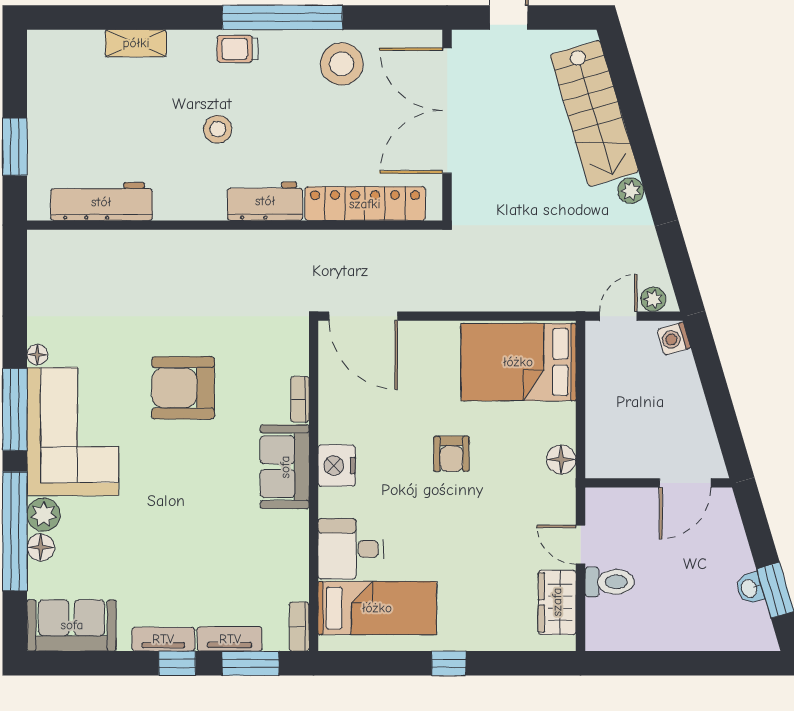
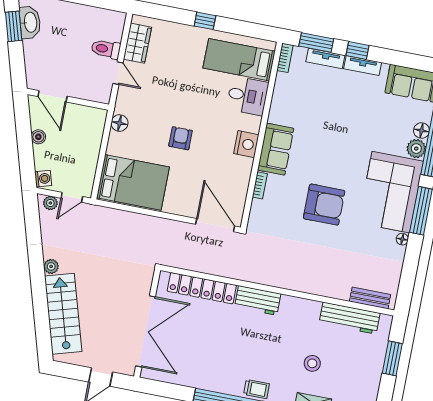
stool: (342, 64) -> (200, 369), removed
stool: (218, 129) -> (312, 363), moved
bench: (73, 243) -> (370, 298), added
boiler: (696, 409) -> (38, 137), added
door: (685, 483) -> (53, 96), swing flipped
washbasin: (750, 588) -> (30, 22), width x1.91, depth x1.45

